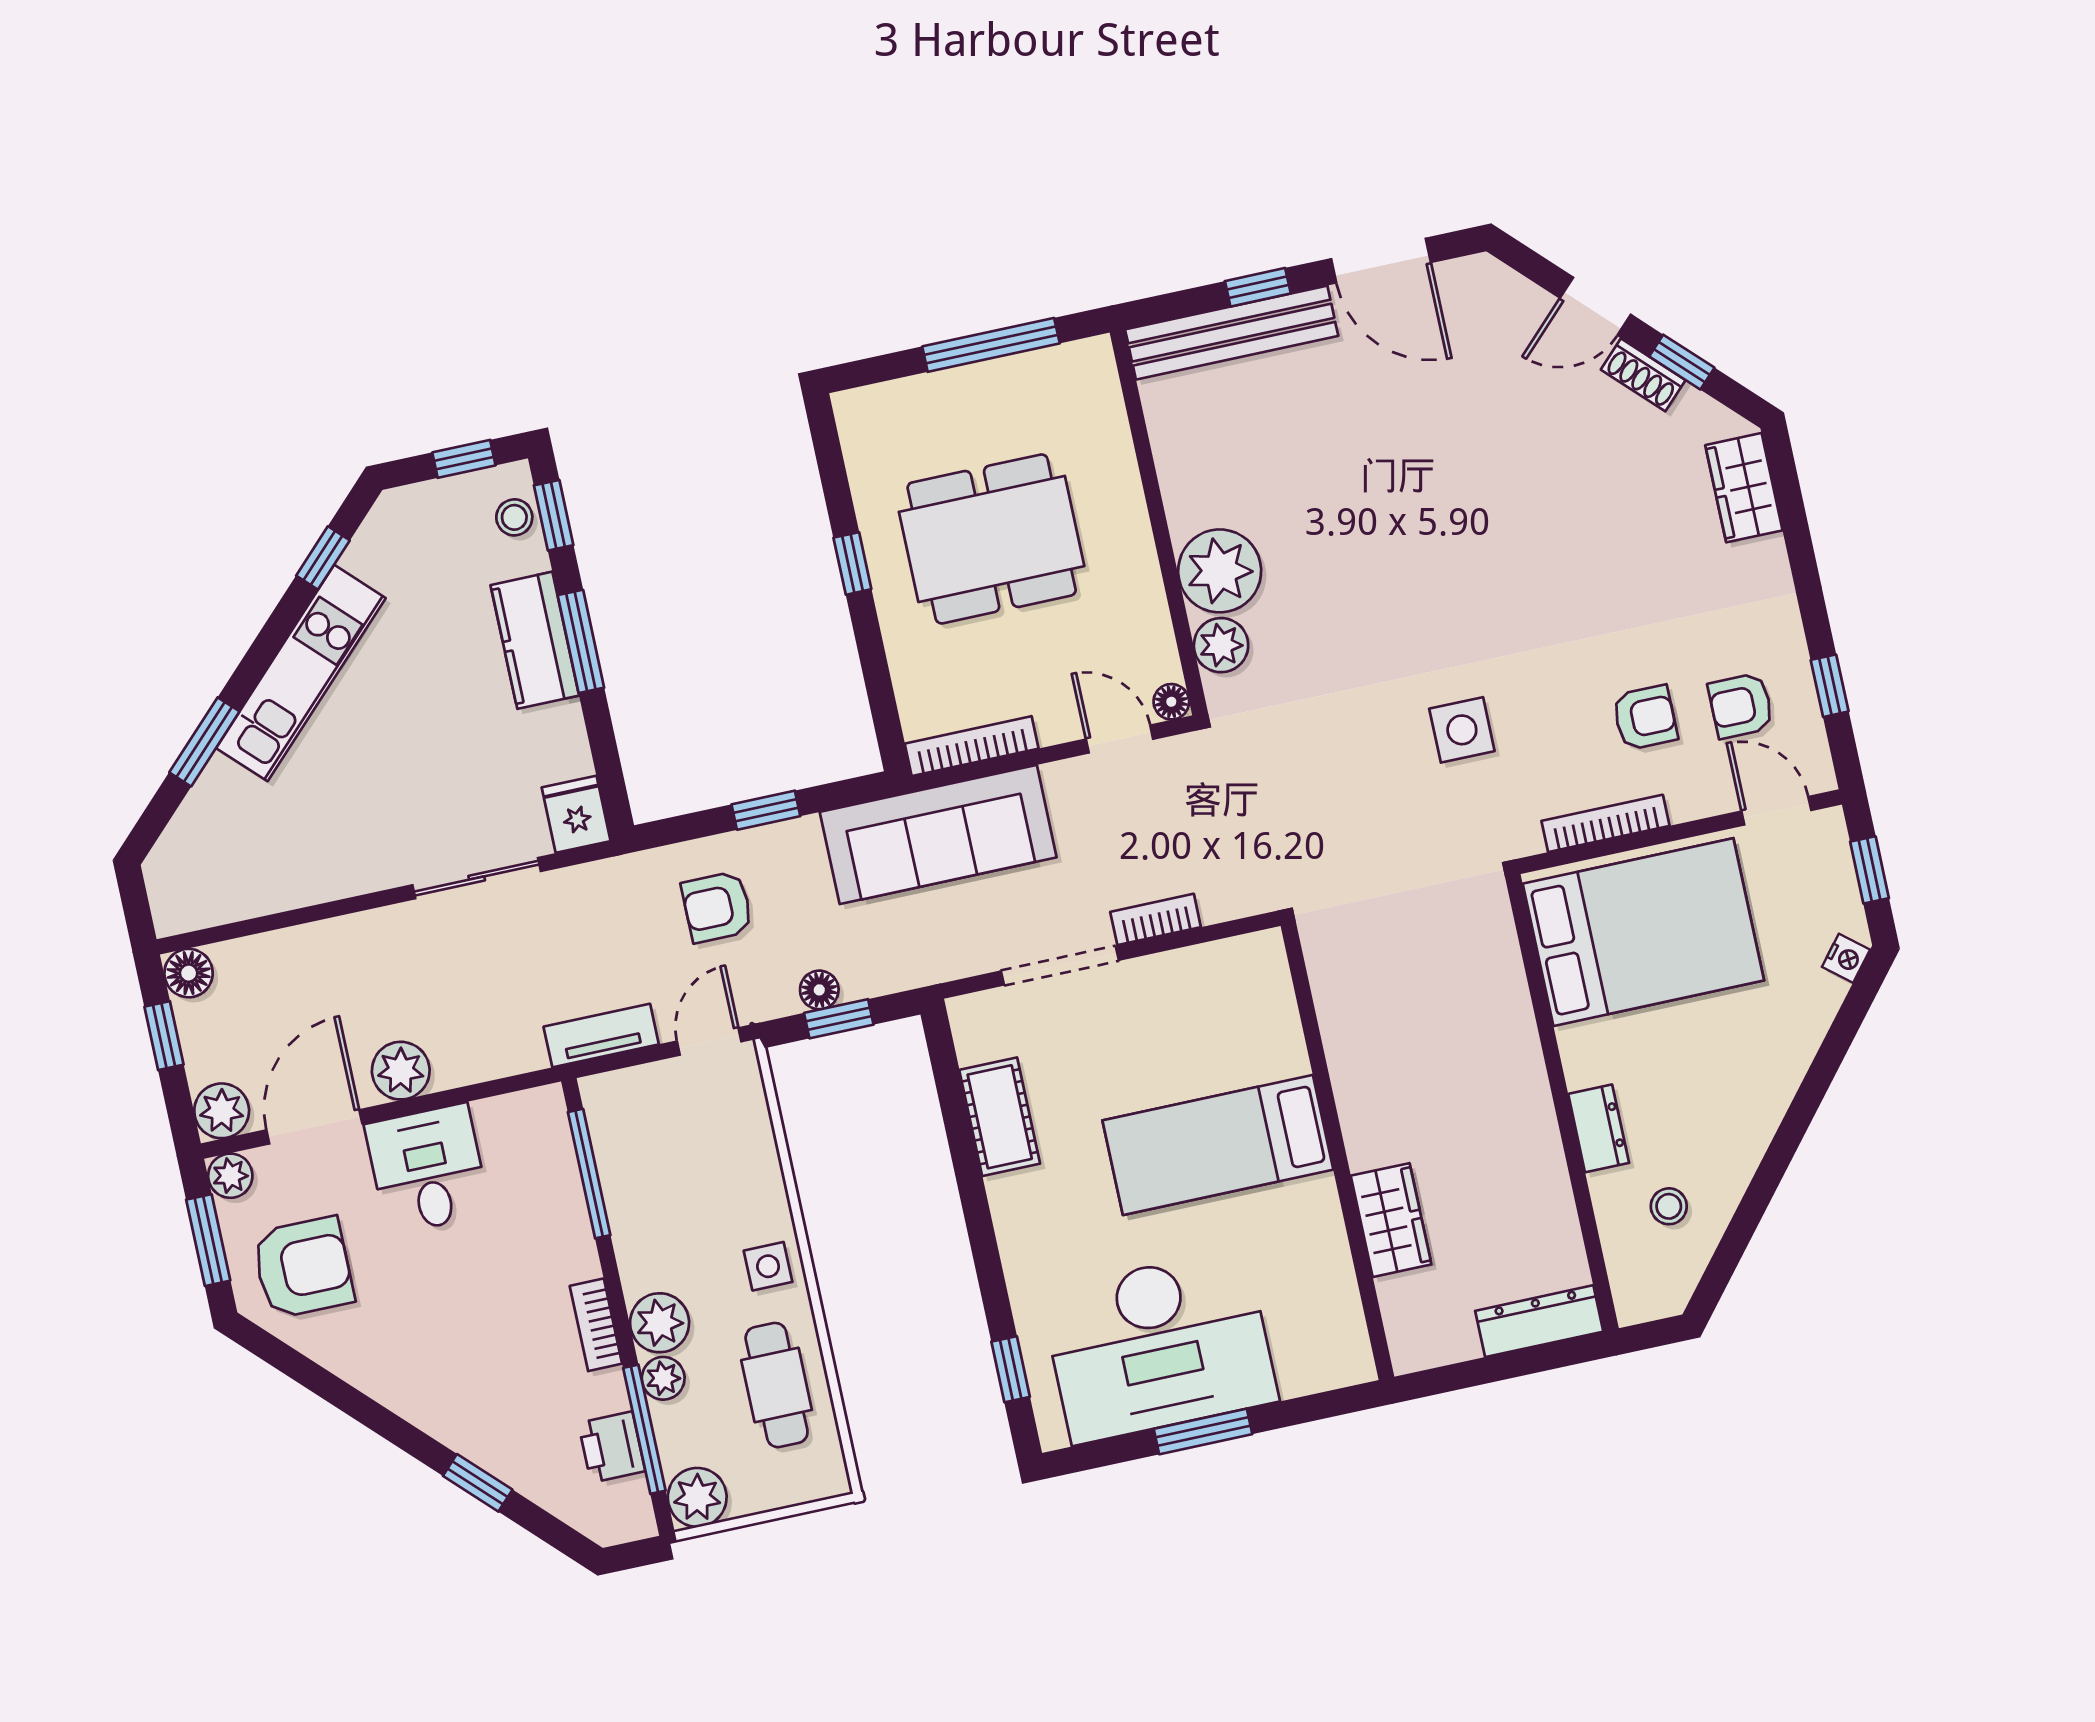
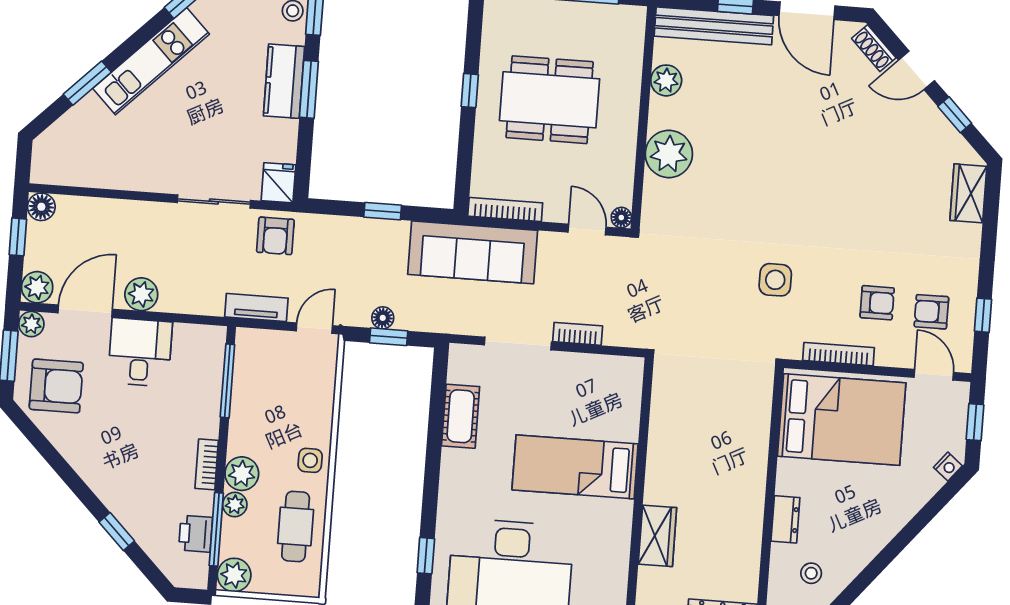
shoe rack: (1643, 375) -> (874, 48), moved
plant: (1221, 645) -> (666, 80), moved
armchair: (717, 907) -> (275, 236), moved, turned -90

